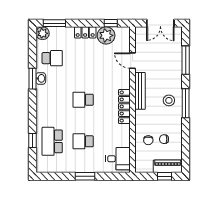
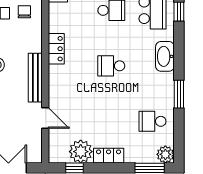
washbasin: (41, 78) -> (165, 56), moved, width x1.91, depth x1.45
school desk: (83, 100) -> (111, 66), turned 180
locker: (124, 106) -> (56, 49), width x0.66

